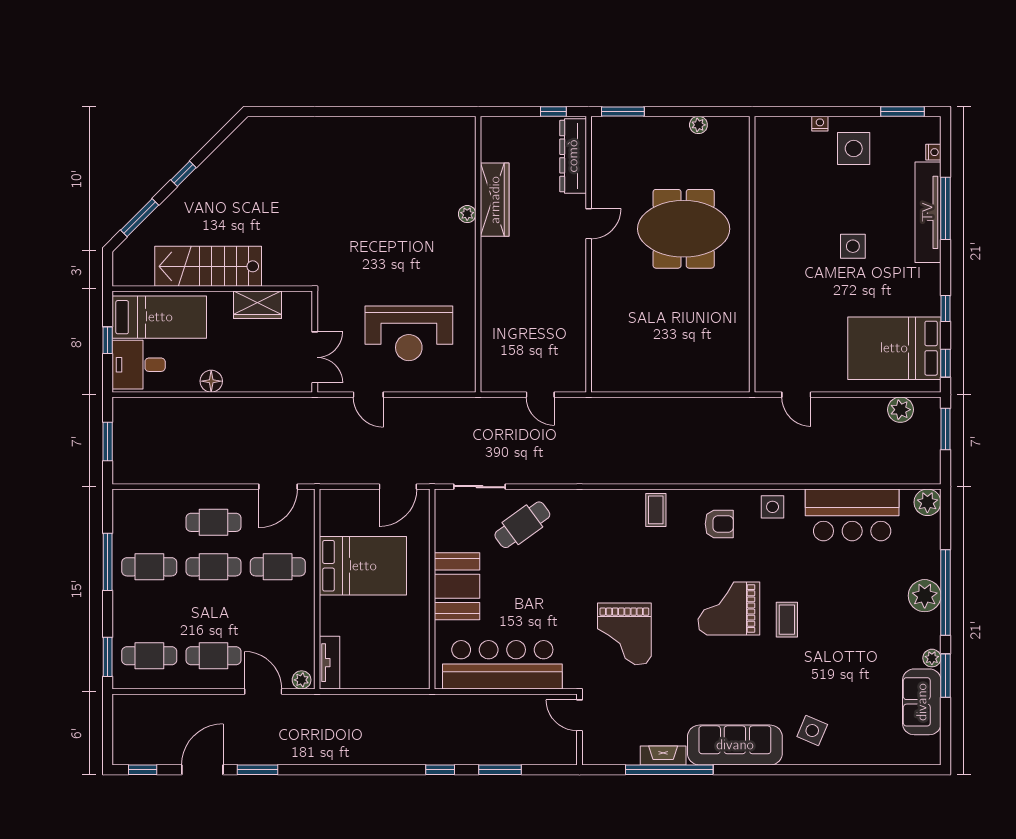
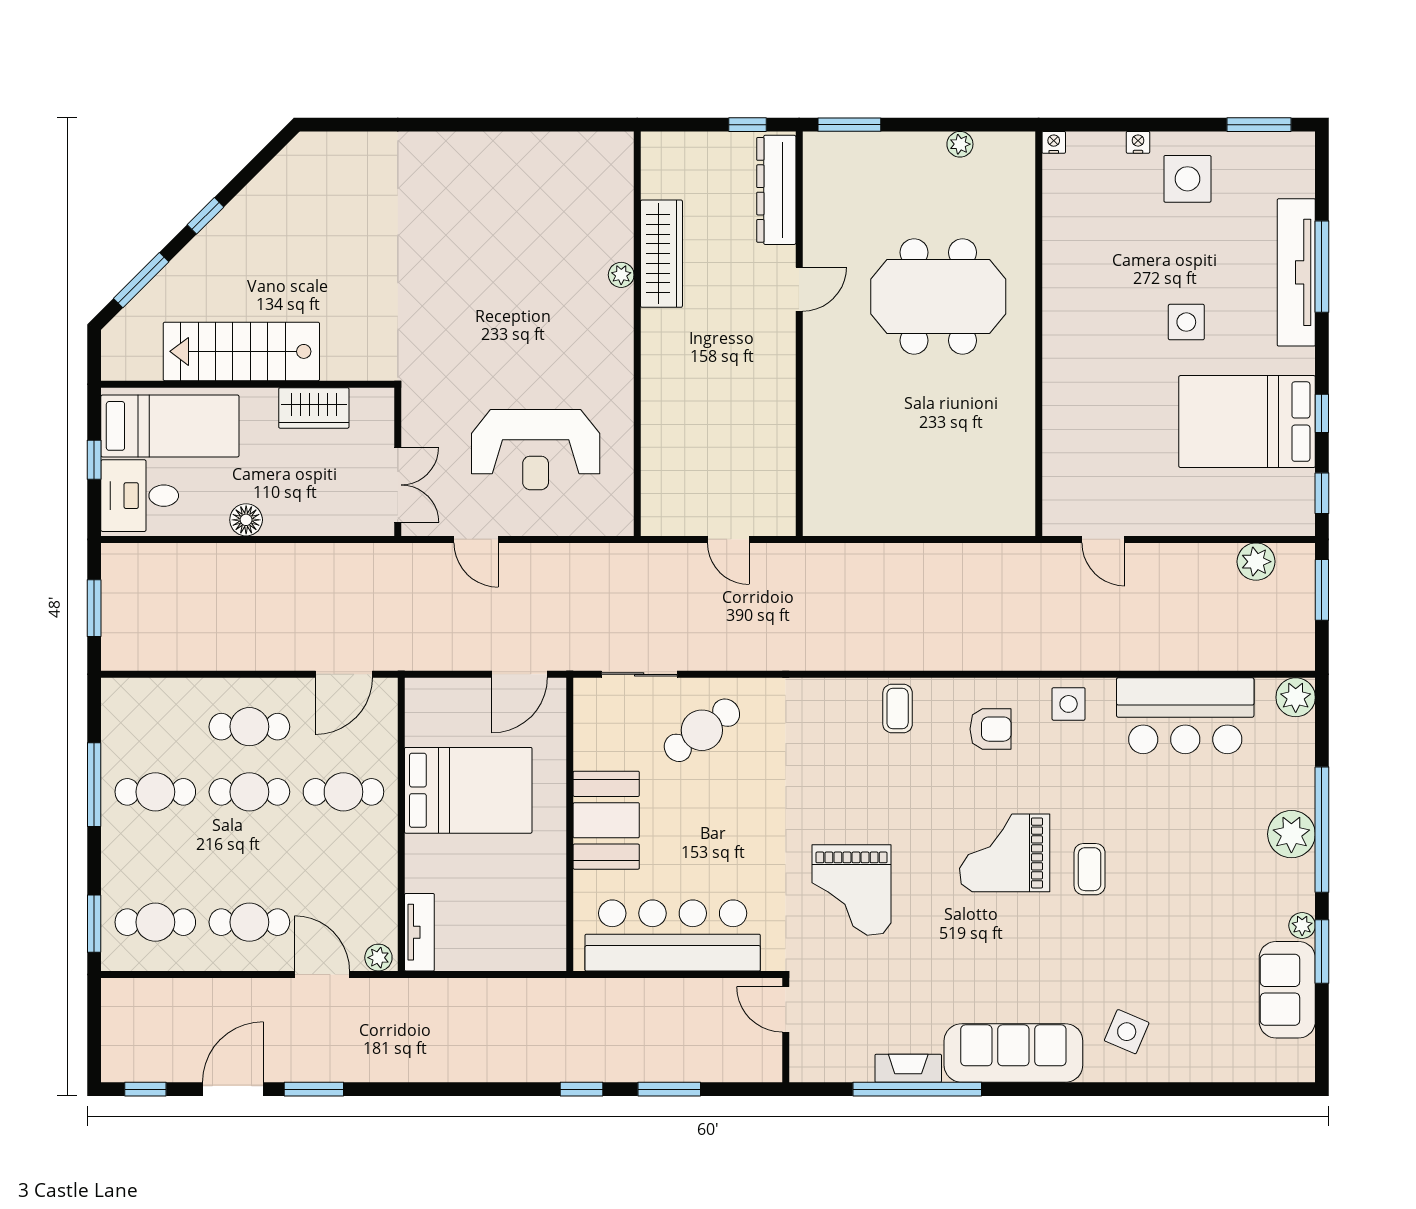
nightstand: (933, 152) -> (1054, 142), moved, turned -90
bed: (894, 348) -> (1247, 422), moved

